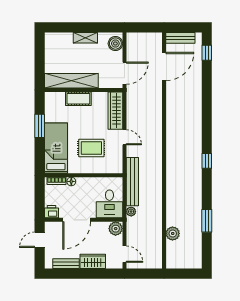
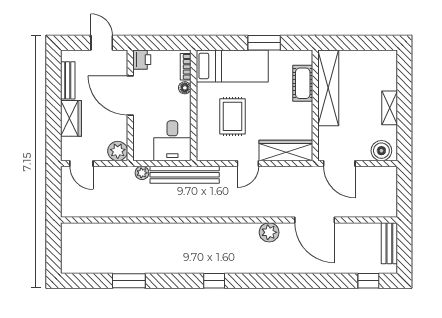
door: (164, 67) -> (315, 220), moved
cot: (78, 99) -> (303, 83), moved
desk: (109, 204) -> (172, 141), moved, turned -90
plant: (173, 233) -> (269, 232), moved
door: (124, 254) -> (81, 164), hinge flipped

